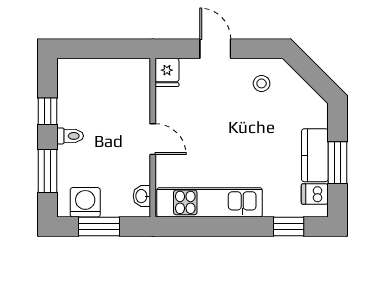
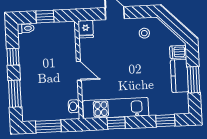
window: (102, 49) -> (45, 17), added
toilet: (70, 136) -> (26, 28), moved
dishwasher: (315, 194) -> (178, 52), moved
washing machine: (85, 202) -> (39, 112), removed
window: (209, 227) -> (116, 123), added

